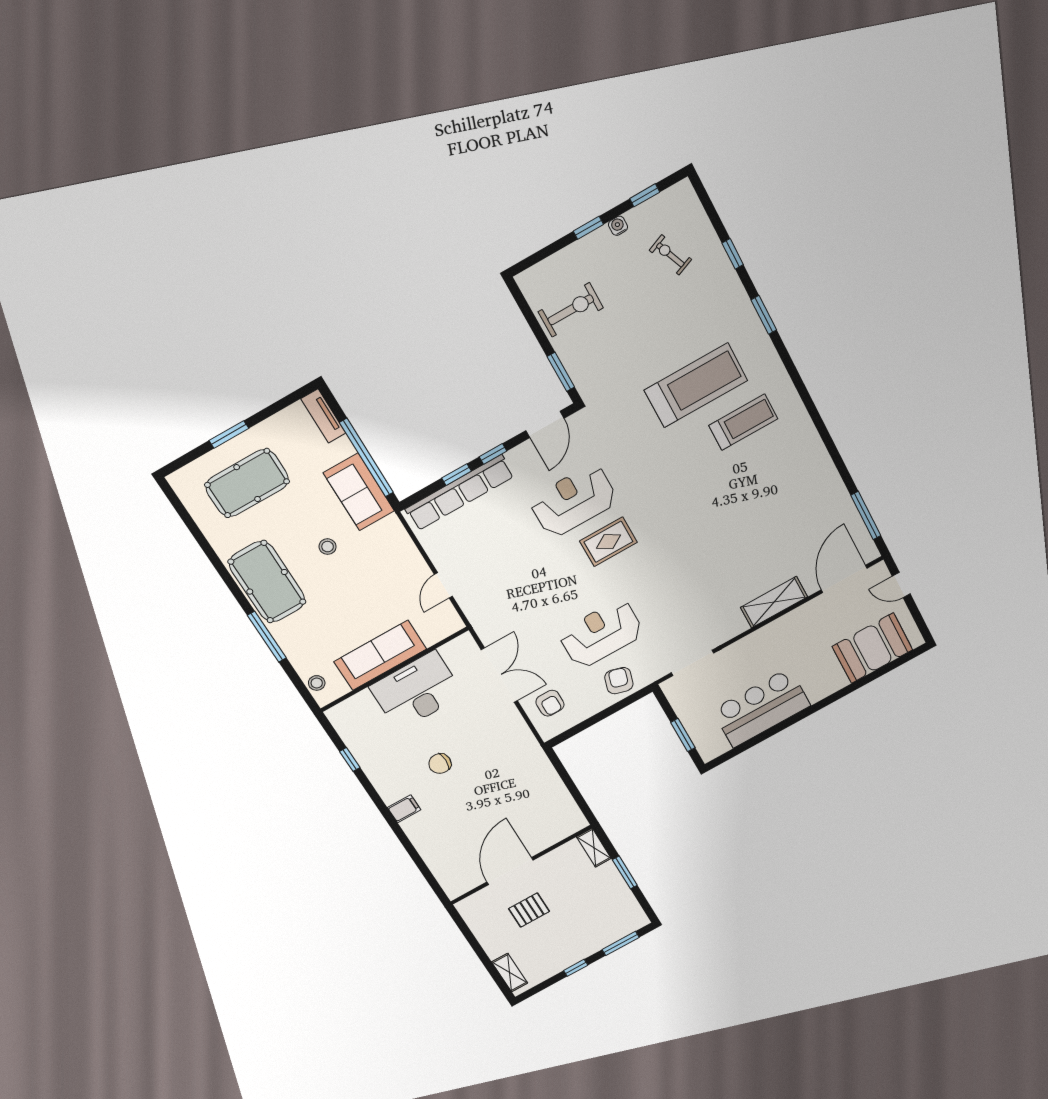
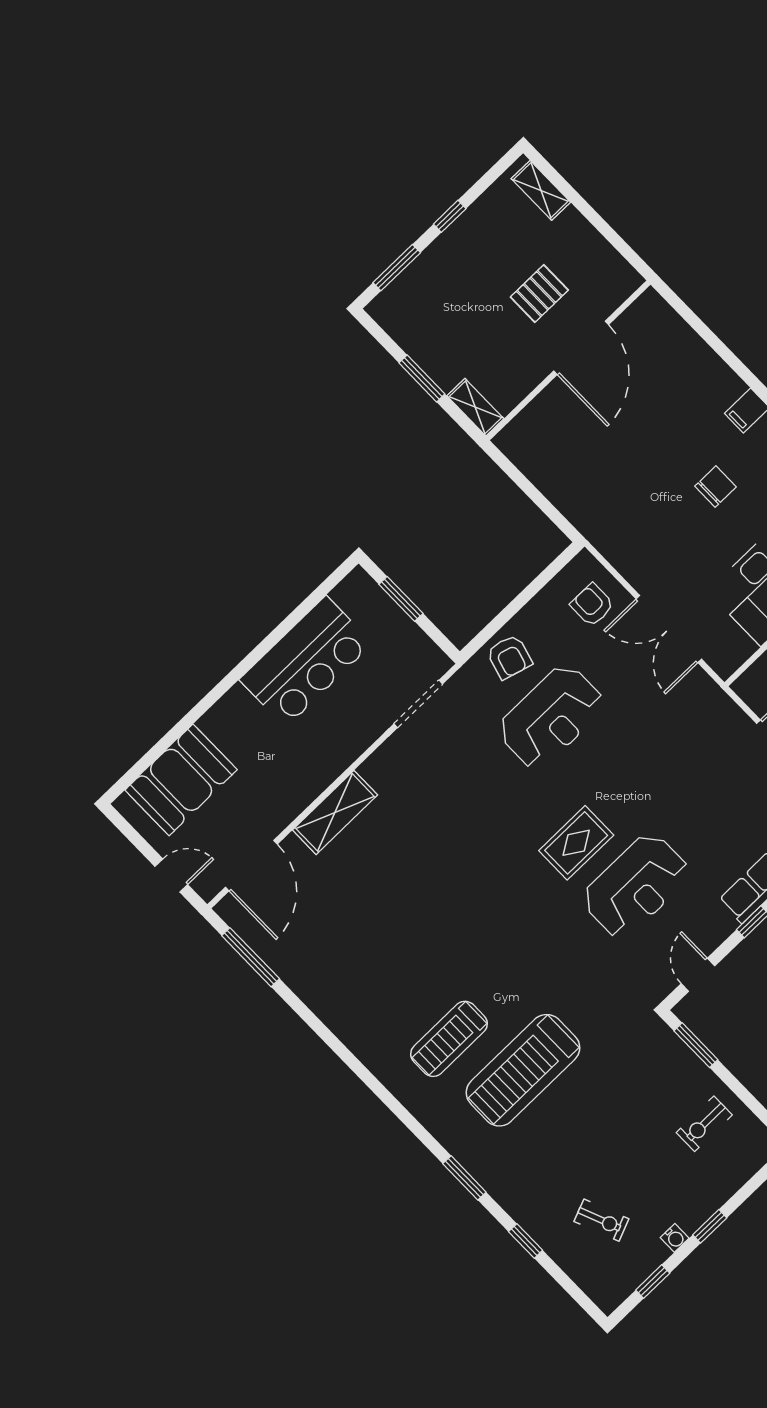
exercise bike: (571, 310) -> (704, 1124), width x0.73, depth x0.72
door: (545, 424) -> (698, 975), width x0.73

